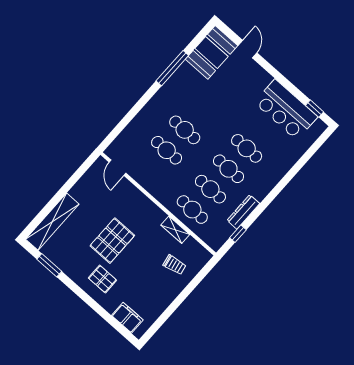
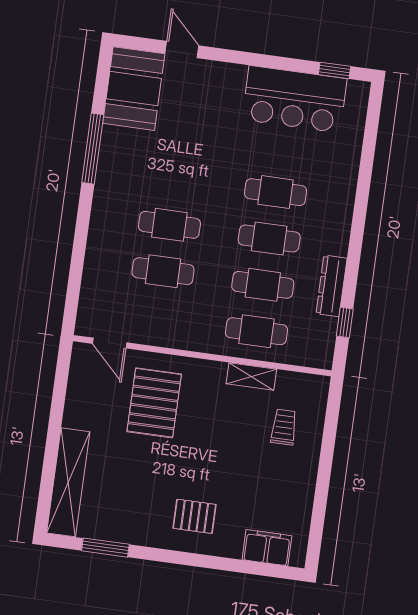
pallet: (112, 241) -> (154, 403), moved
trolley: (175, 265) -> (284, 427), turned -79

